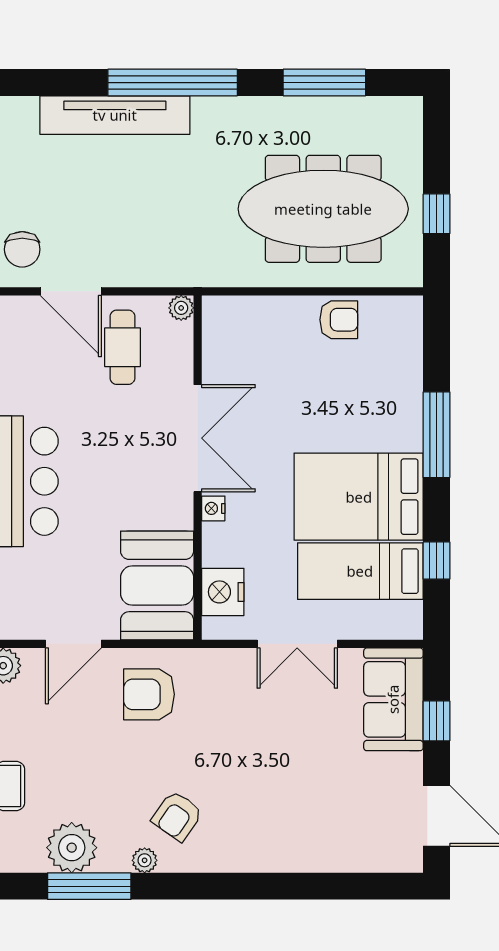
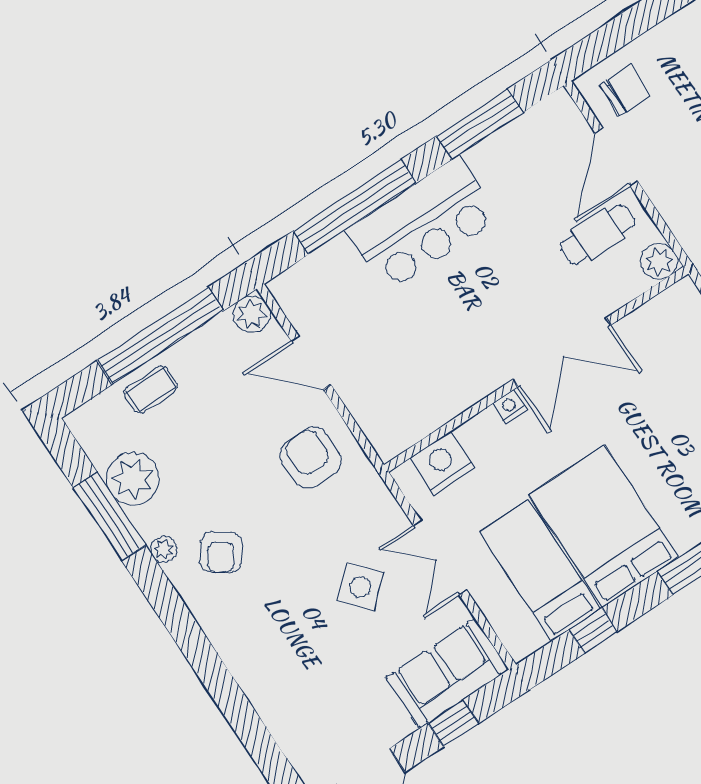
chair: (22, 249) -> (625, 91), turned 180
plant: (181, 308) -> (659, 261), width x1.38, depth x1.38
booth: (157, 586) -> (410, 402), removed
side table: (278, 723) -> (360, 587), added
armchair: (177, 816) -> (221, 552), turned -89

